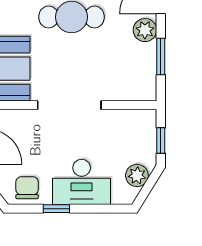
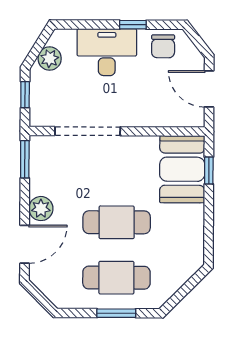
window: (161, 56) -> (25, 159), moved
doorway: (69, 105) -> (88, 131), moved

